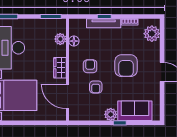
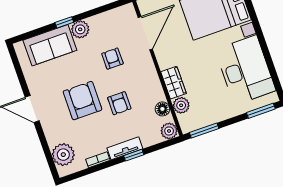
tv unit: (104, 23) -> (125, 148), width x0.71
plant: (75, 25) -> (169, 131), added
armchair: (90, 66) -> (119, 103), moved
wardrobe: (60, 68) -> (174, 83), moved
door: (67, 96) -> (145, 33), hinge flipped

